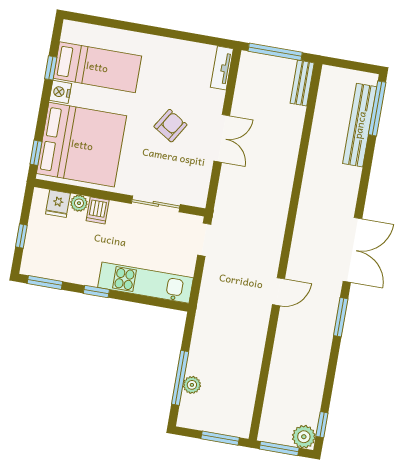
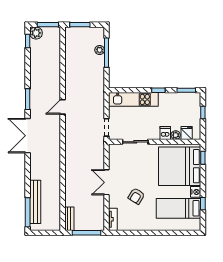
armchair: (170, 126) -> (136, 196), moved

